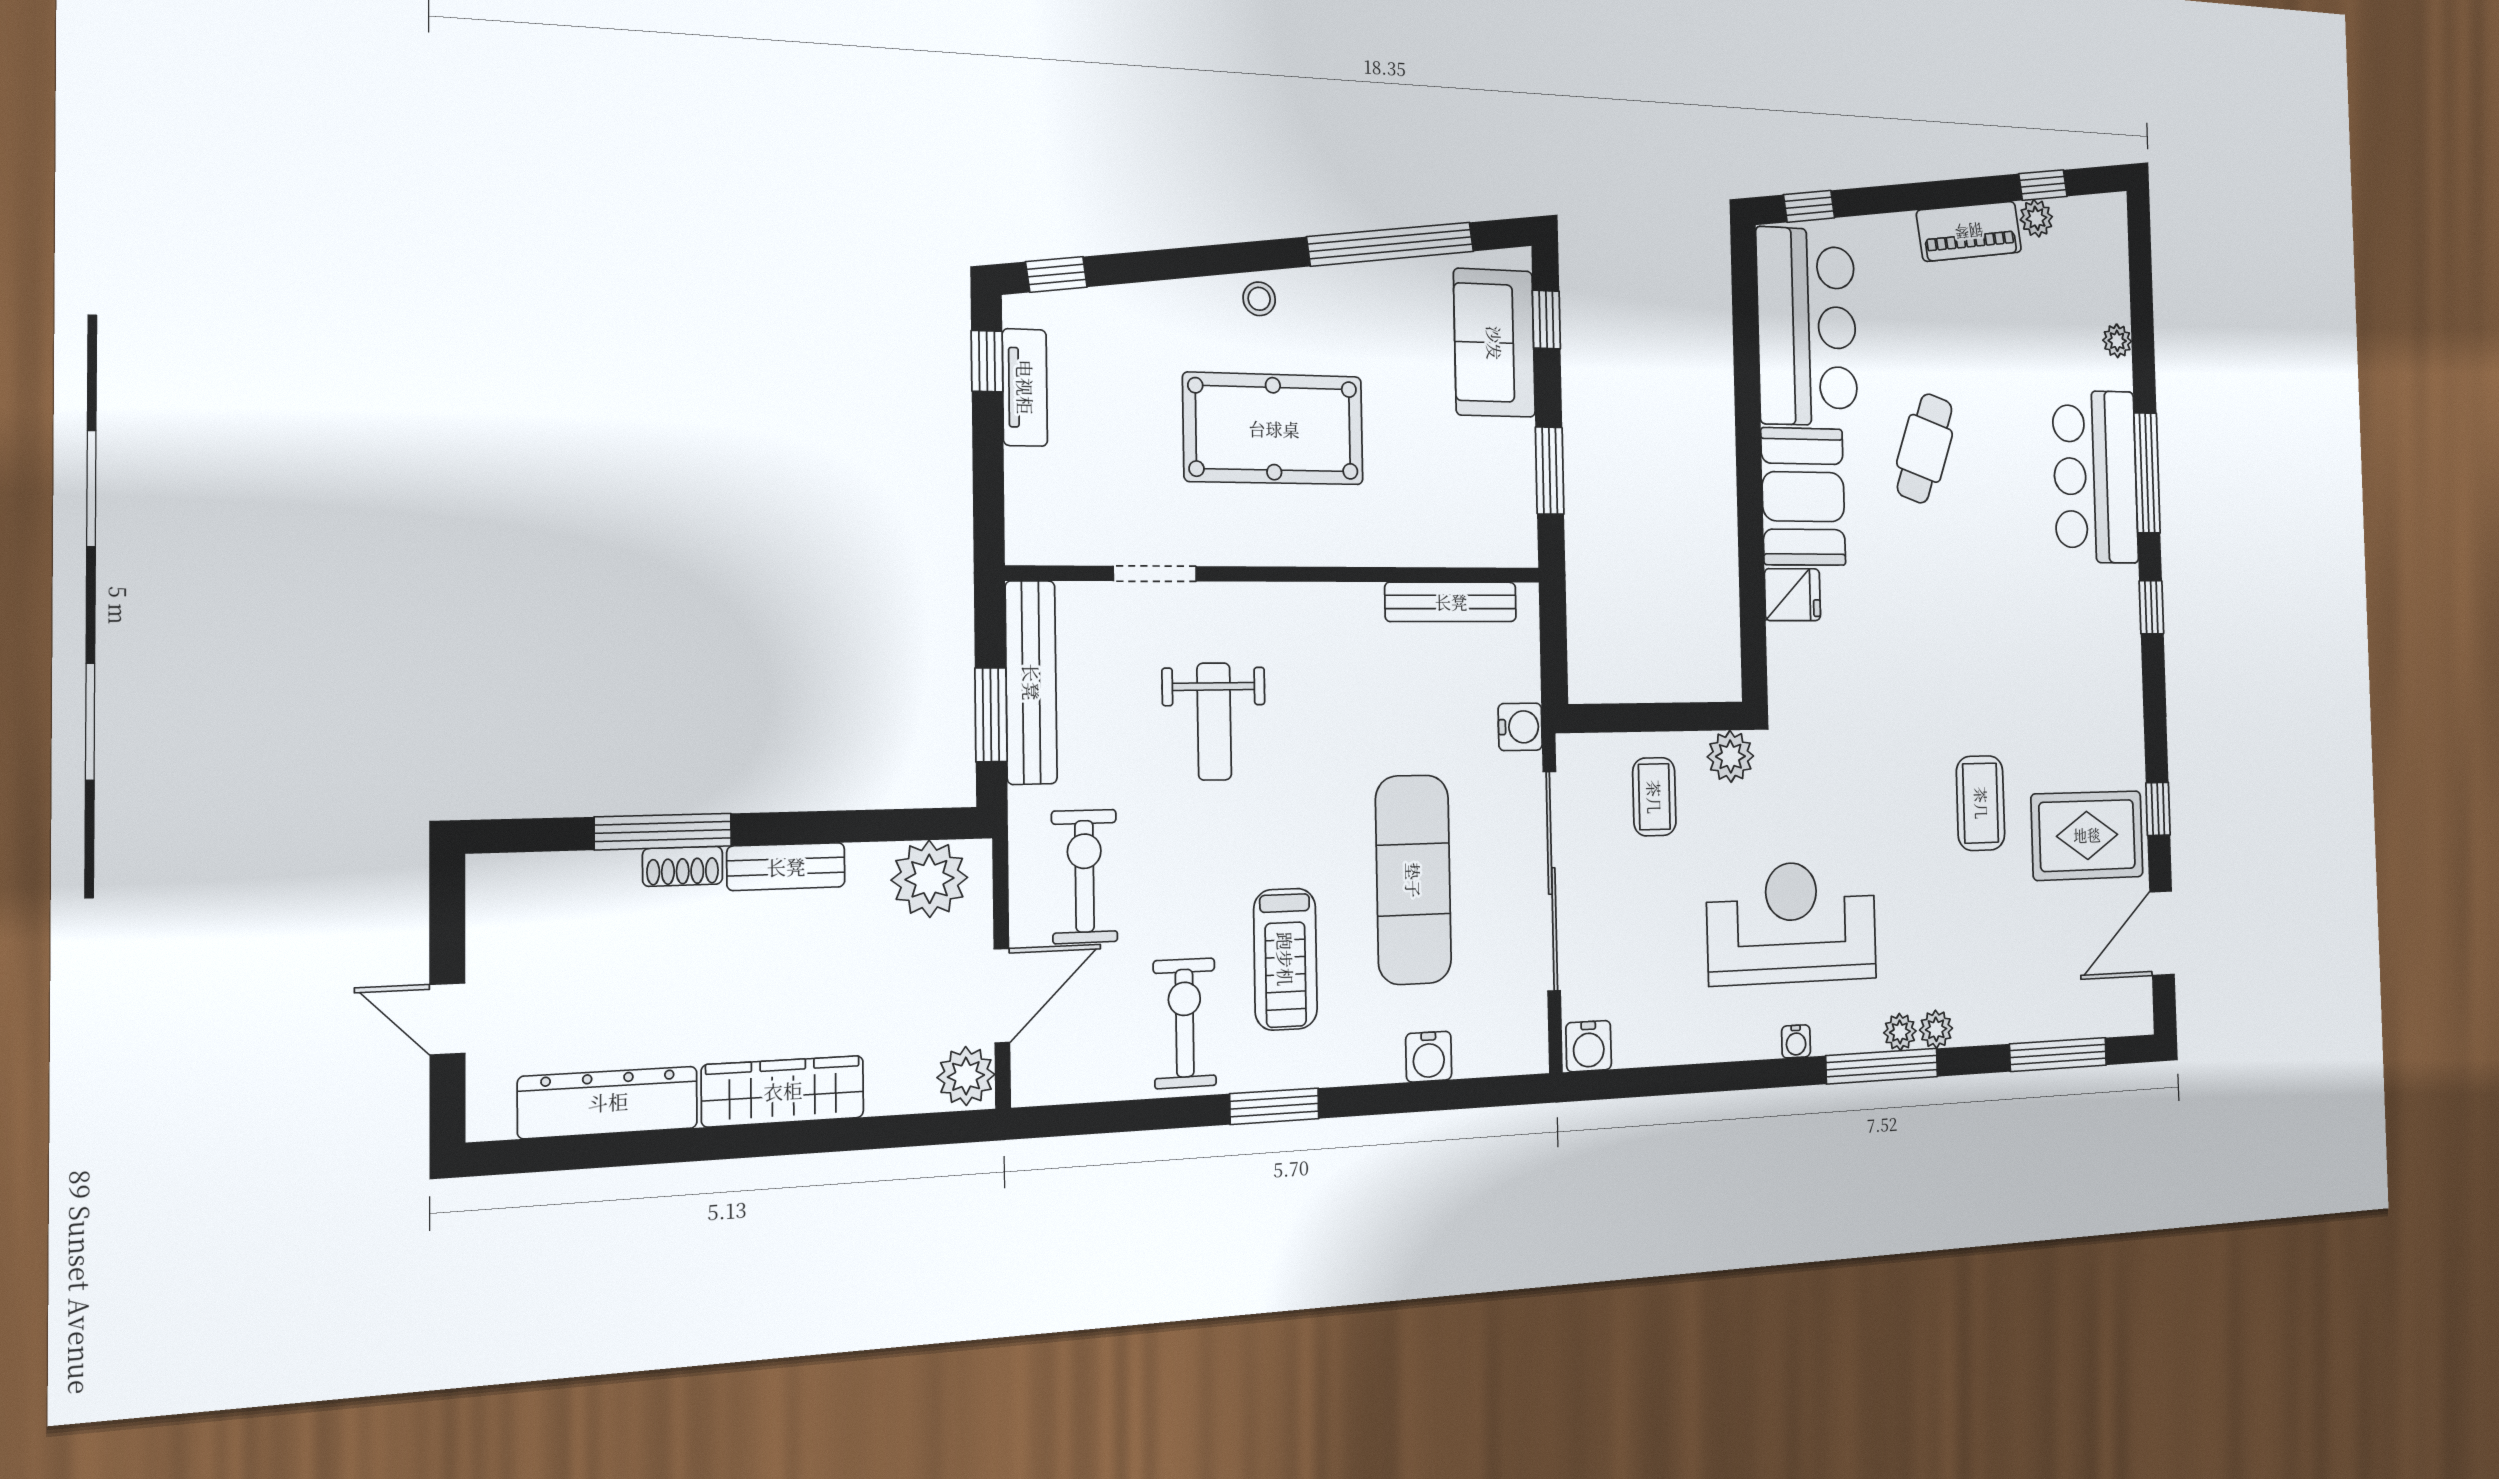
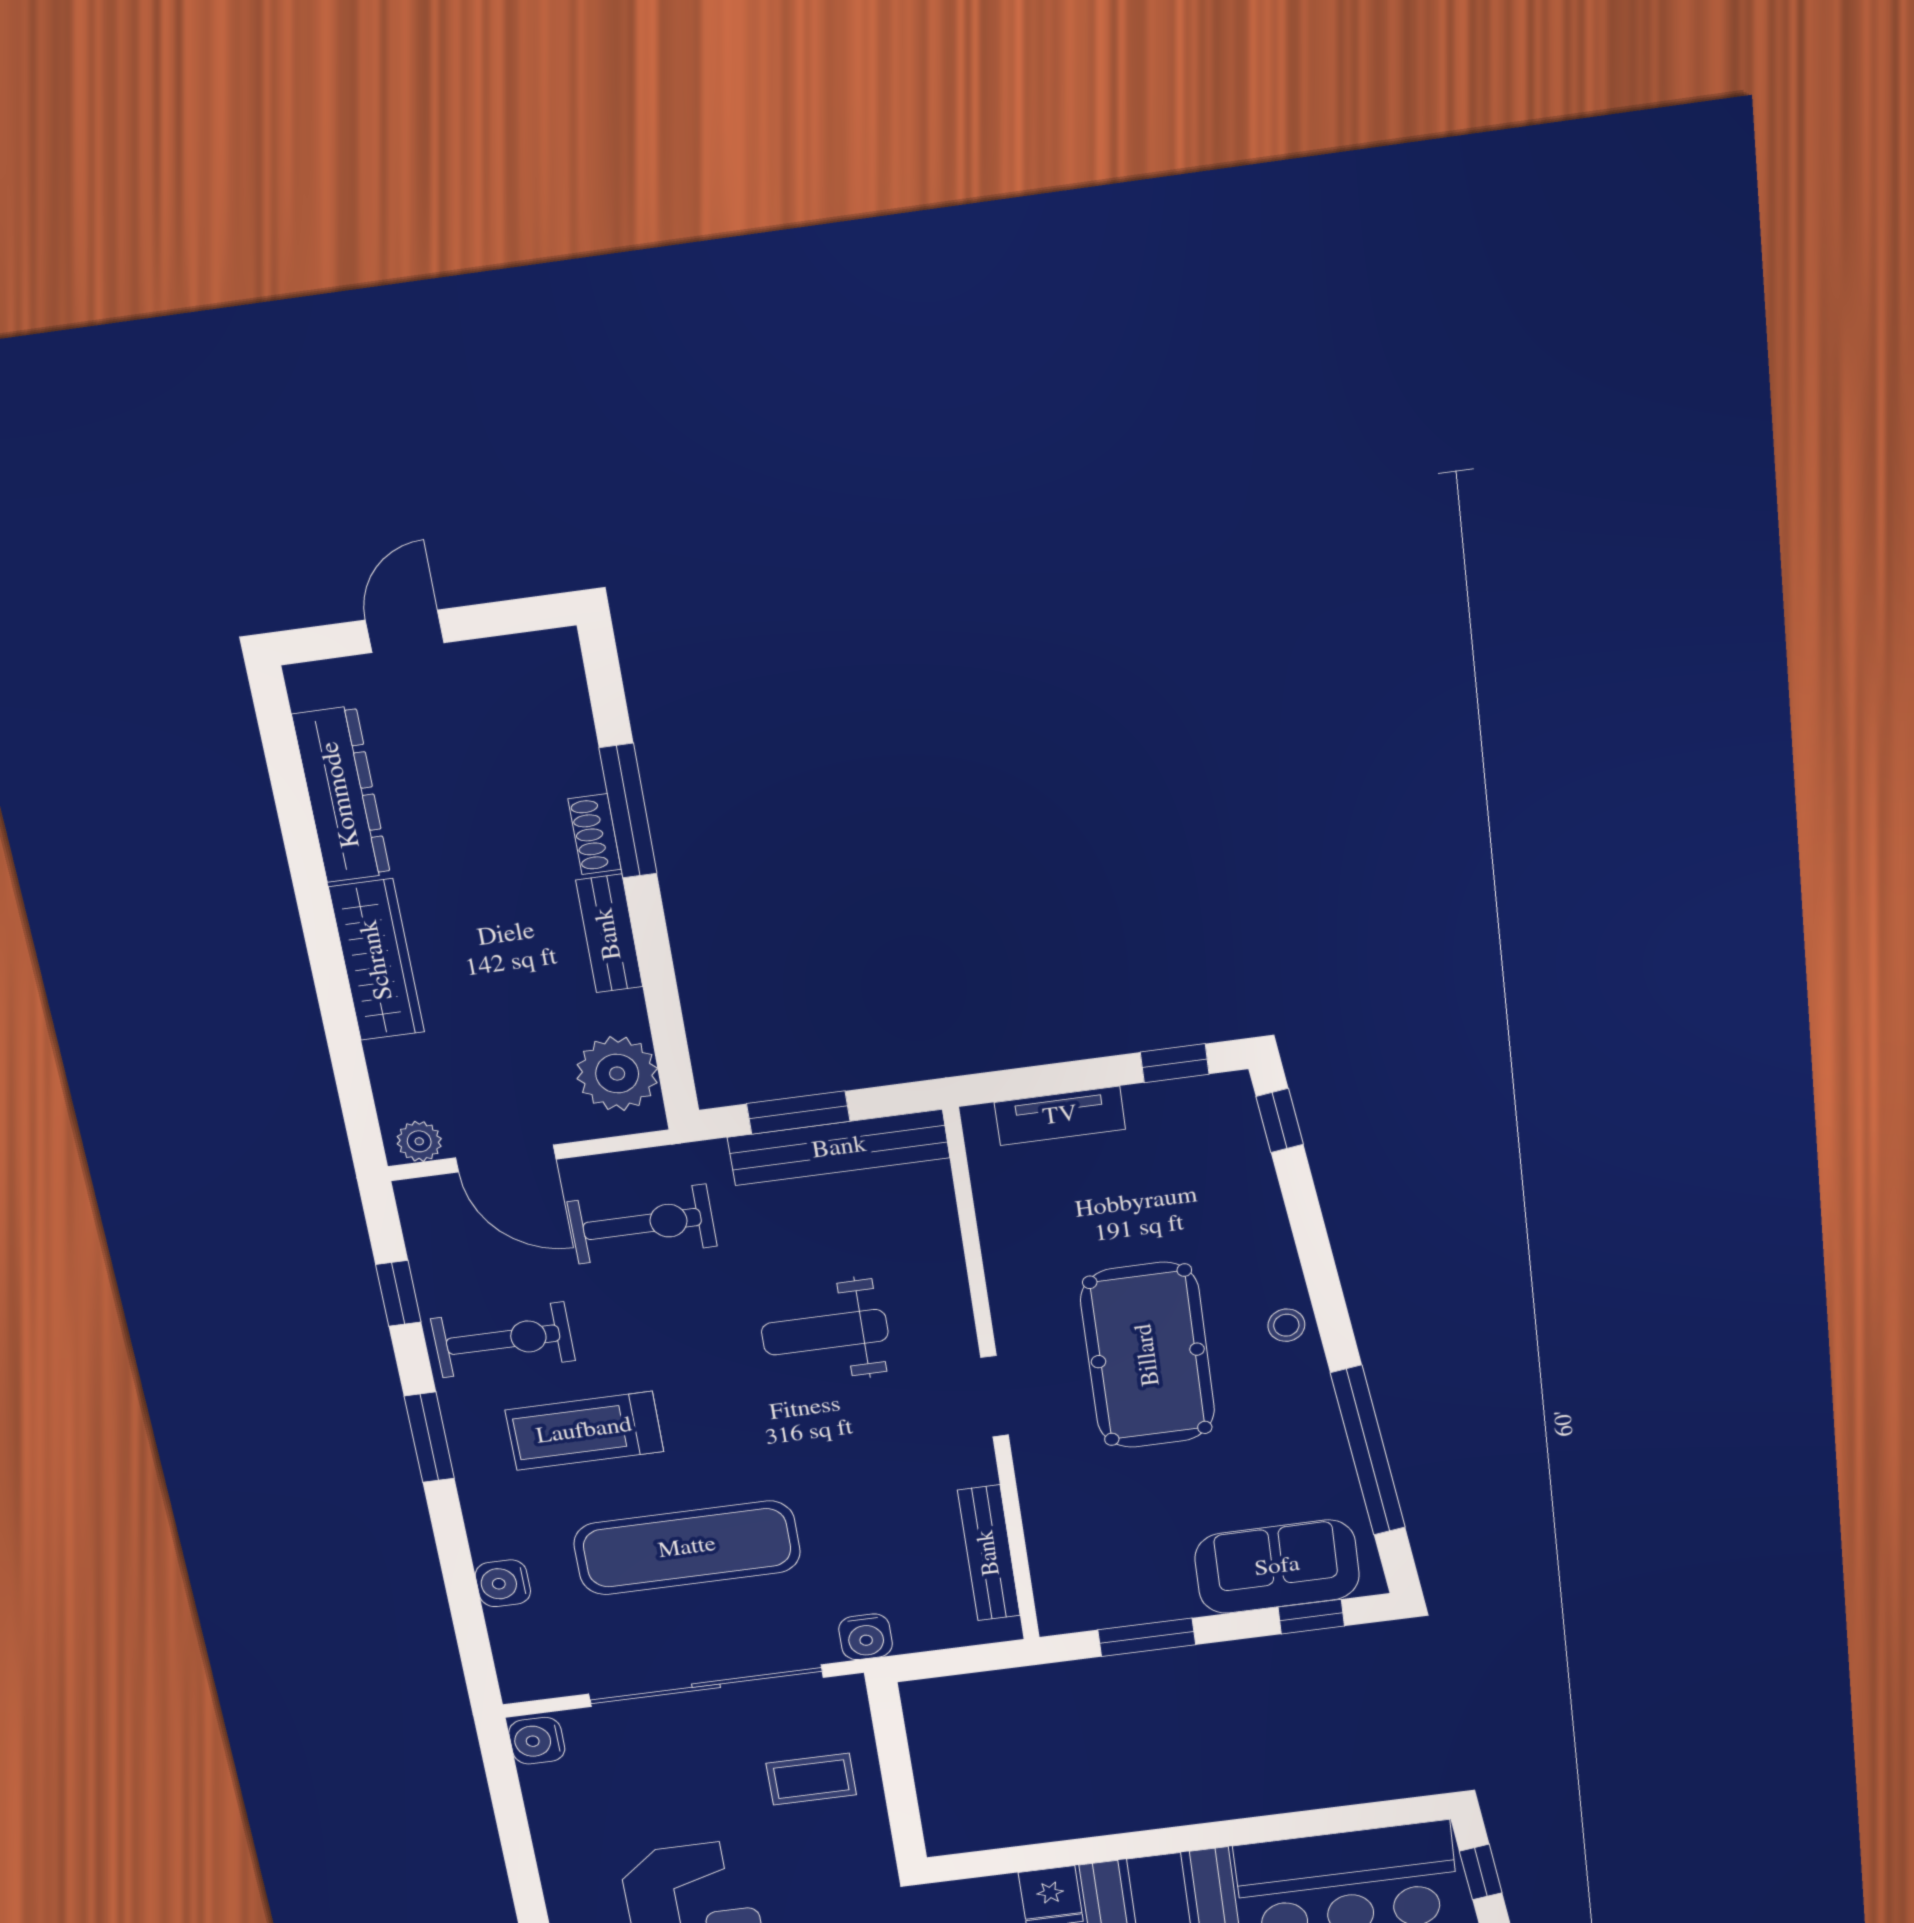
tv unit: (1025, 387) -> (1060, 1116), moved
doorway: (1155, 574) -> (995, 1396), moved
plant: (1730, 756) -> (866, 1851), removed
plant: (966, 1076) -> (419, 1141), width x0.73, depth x0.73
window: (1126, 1116) -> (398, 1293), added

